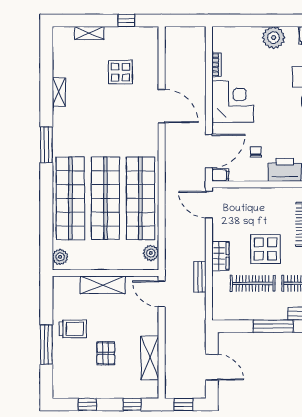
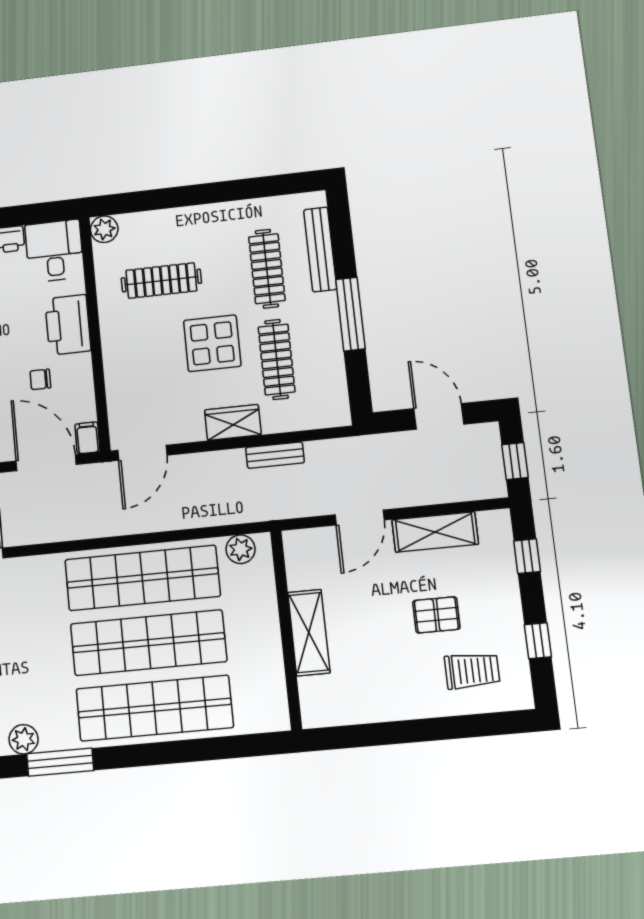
plant: (60, 257) -> (24, 739), moved
door: (162, 294) -> (360, 517), moved
trolley: (73, 329) -> (472, 671), moved, turned 90
window: (46, 345) -> (433, 729), removed
door: (212, 367) -> (439, 416), hinge flipped

